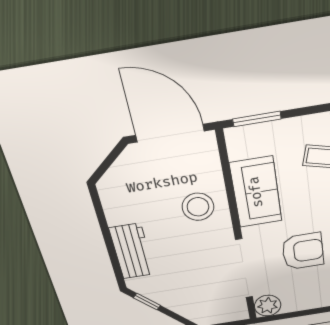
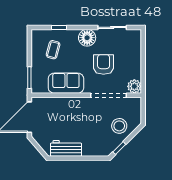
stool: (198, 207) -> (119, 126), moved
workbench: (132, 251) -> (66, 148), moved

